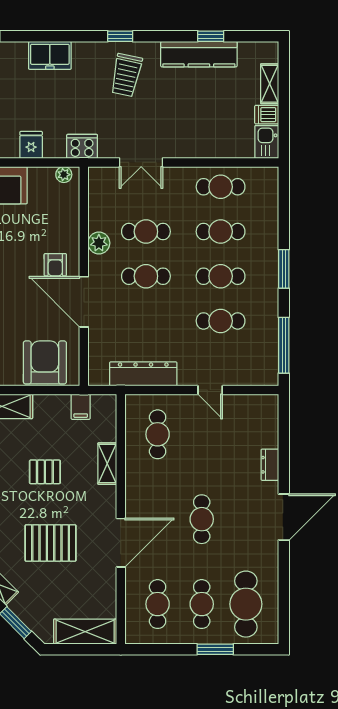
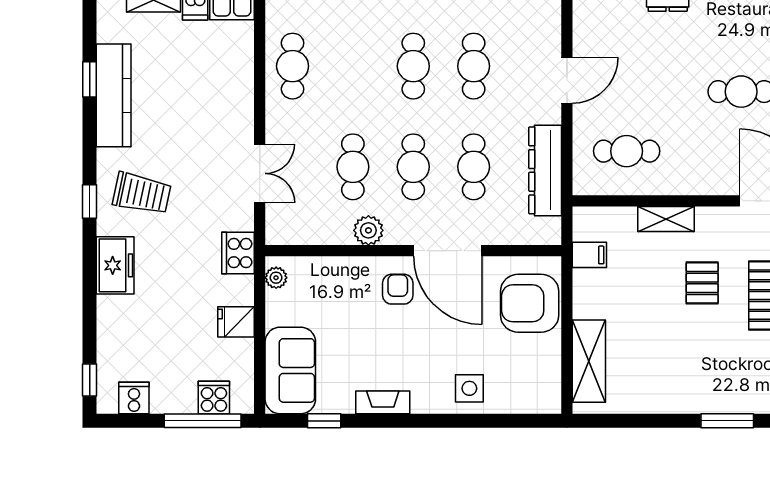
freezer: (50, 55) -> (115, 265), moved
cafe table: (221, 232) -> (474, 167), moved
armchair: (55, 265) -> (398, 289), turned -90
door: (84, 302) -> (448, 251), hinge flipped
door: (210, 390) -> (567, 80), width x1.38
pallet: (45, 472) -> (702, 283), moved

